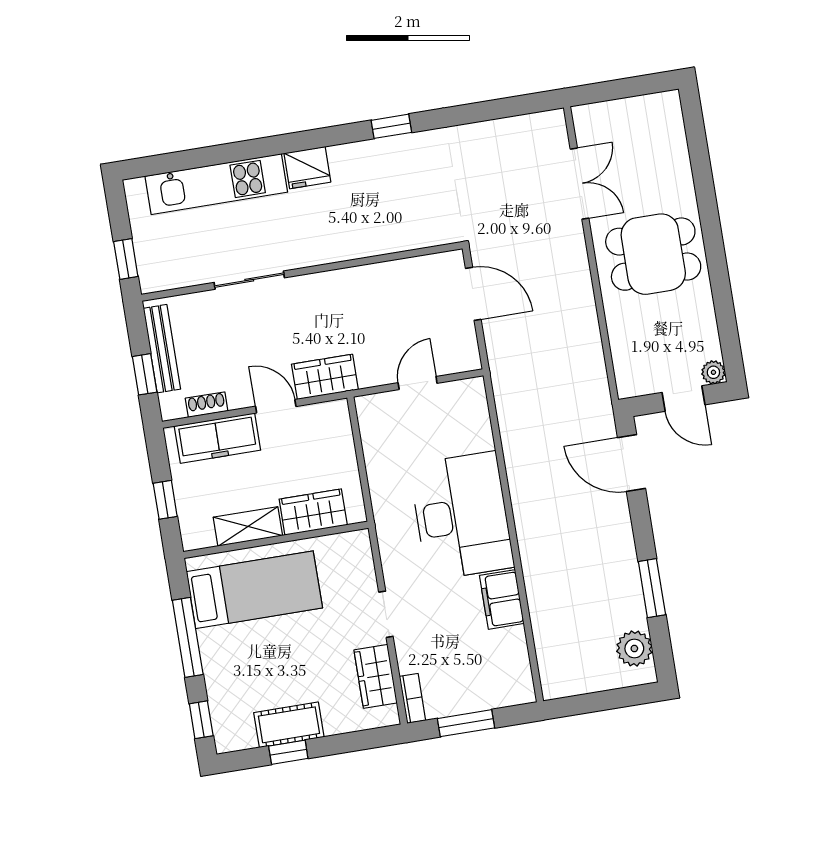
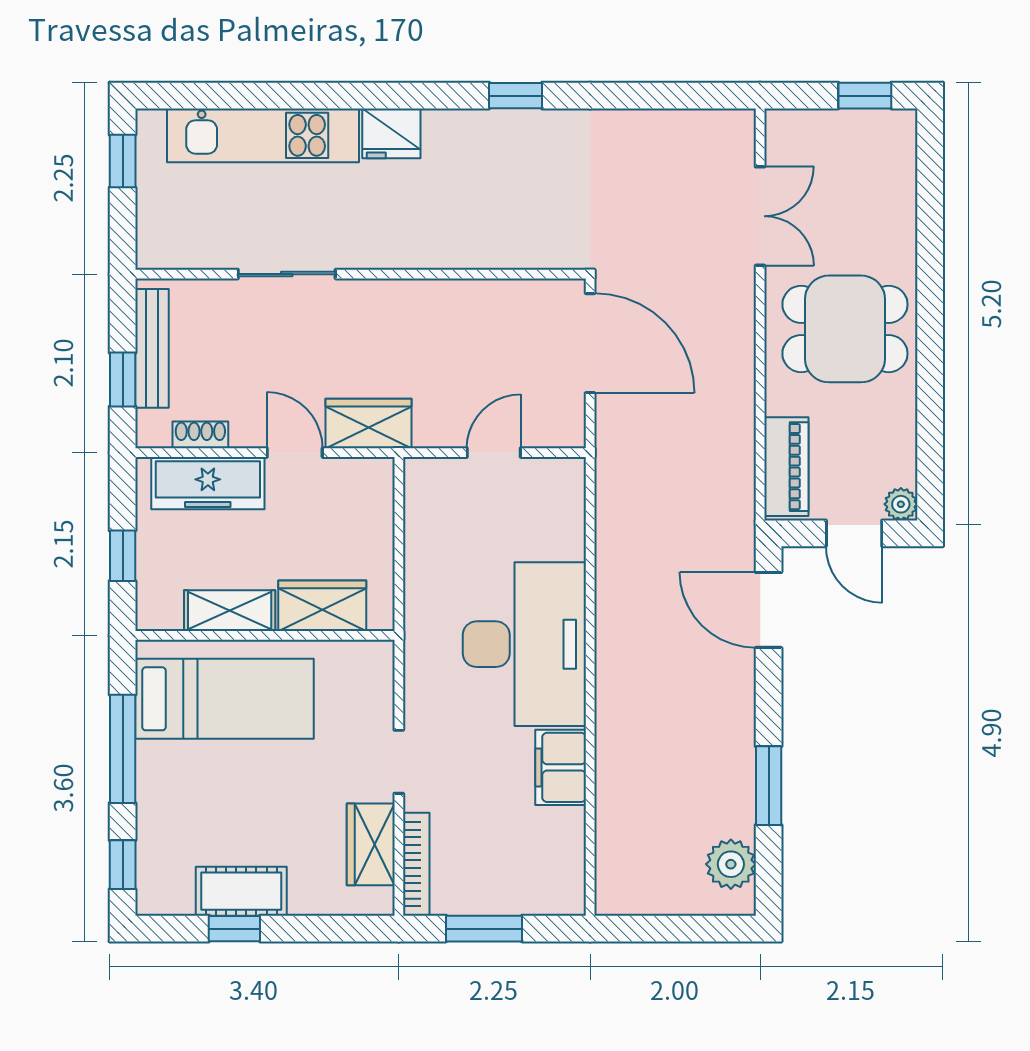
window: (640, 86) -> (865, 96), added
window: (126, 259) -> (123, 161), moved
door: (473, 294) -> (590, 343), width x1.36
piano: (628, 359) -> (786, 467), added
bookcase: (412, 698) -> (416, 864), width x1.56

